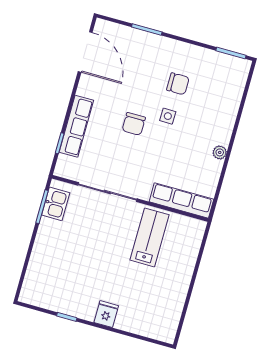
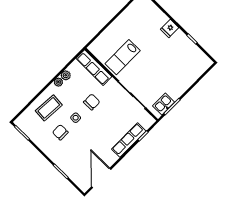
coffee table: (213, 109) -> (49, 108), added
chair: (134, 124) -> (92, 102), moved
plant: (215, 168) -> (66, 75), added

